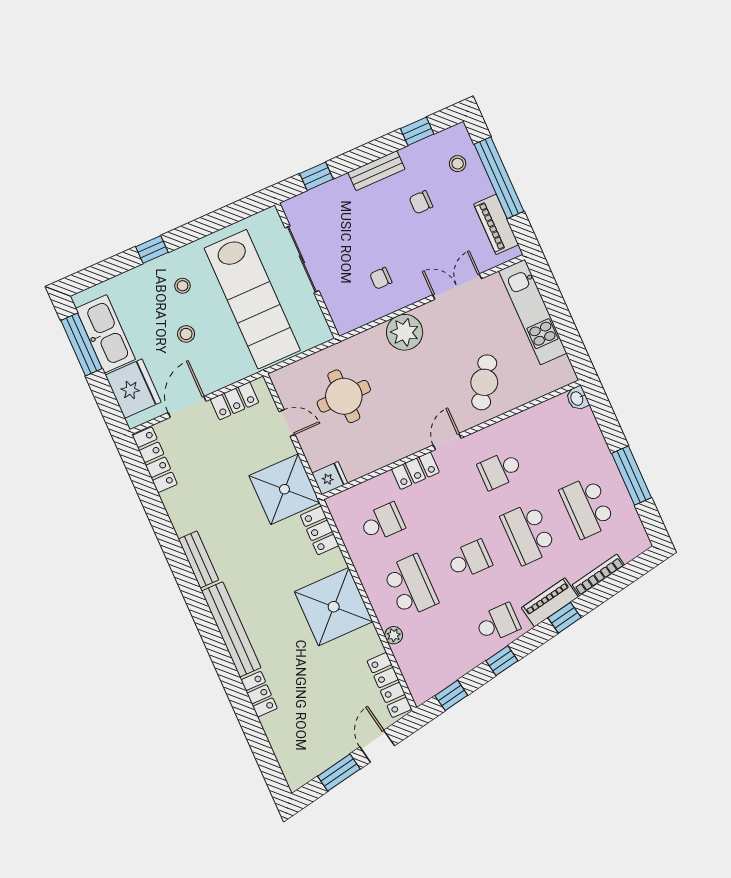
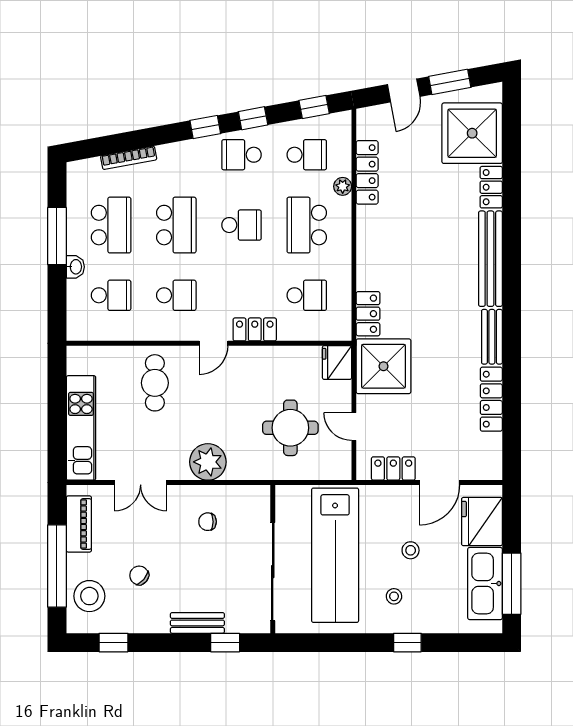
stool: (458, 164) -> (89, 596), width x1.89, depth x1.89
bench: (376, 171) -> (197, 623), moved
chair: (421, 202) -> (139, 575), turned -140
sliding door: (302, 259) -> (273, 572), width x1.36
chair: (381, 278) -> (208, 522), turned 180
lab bench: (252, 299) -> (335, 555), turned 180
cafe table: (484, 382) -> (155, 383), turned -33
washbasin: (577, 398) -> (75, 267), moved
school desk: (559, 444) -> (111, 295), added
locker: (155, 460) -> (491, 399), moved
fridge: (330, 478) -> (337, 363), width x1.38
school desk: (382, 522) -> (307, 295), turned 180
school desk: (469, 560) -> (242, 225), turned 180
piano: (550, 602) -> (185, 152), removed
shower: (334, 607) -> (472, 133), moved
window: (564, 618) -> (205, 127), moved
school desk: (439, 649) -> (307, 155), added
locker: (389, 685) -> (367, 172), moved

